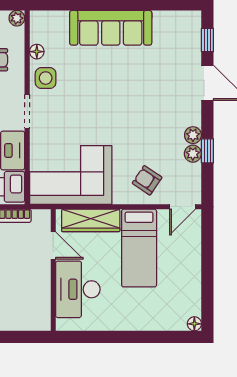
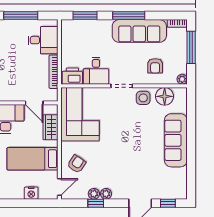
floor lamp: (37, 52) -> (165, 96), width x1.89, depth x1.89
door: (183, 207) -> (59, 187), swing flipped
wardrobe: (91, 220) -> (50, 127), width x0.67
door: (53, 245) -> (34, 103), hinge flipped
nightstand: (192, 250) -> (31, 193), added

